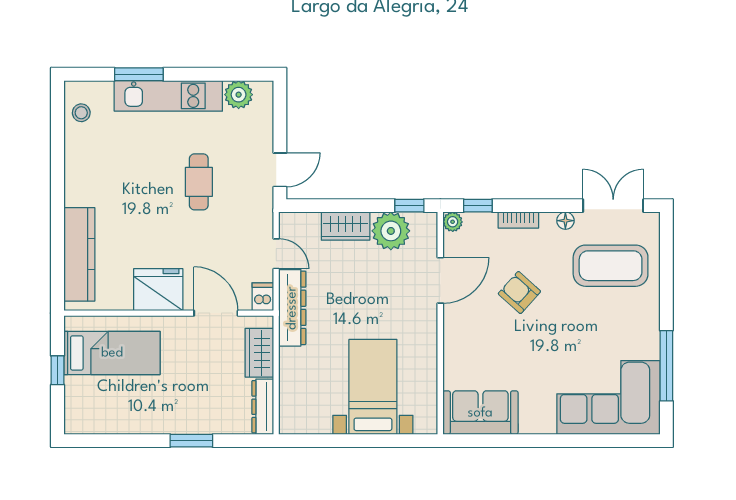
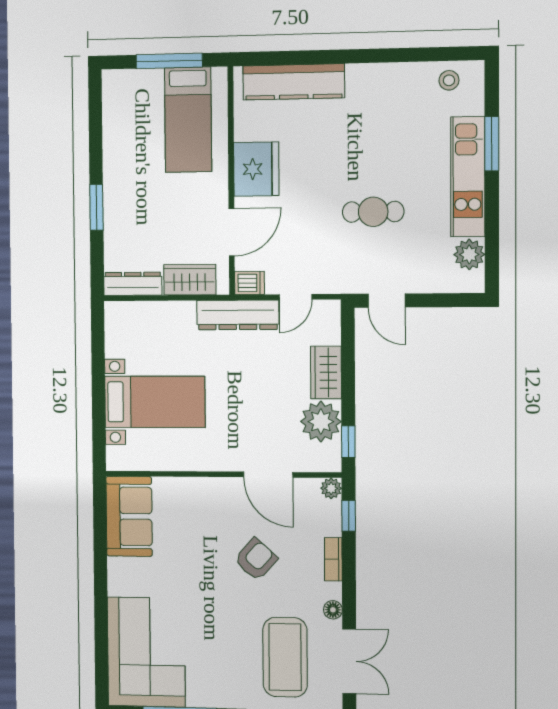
window: (58, 370) -> (169, 61), width x2.17

